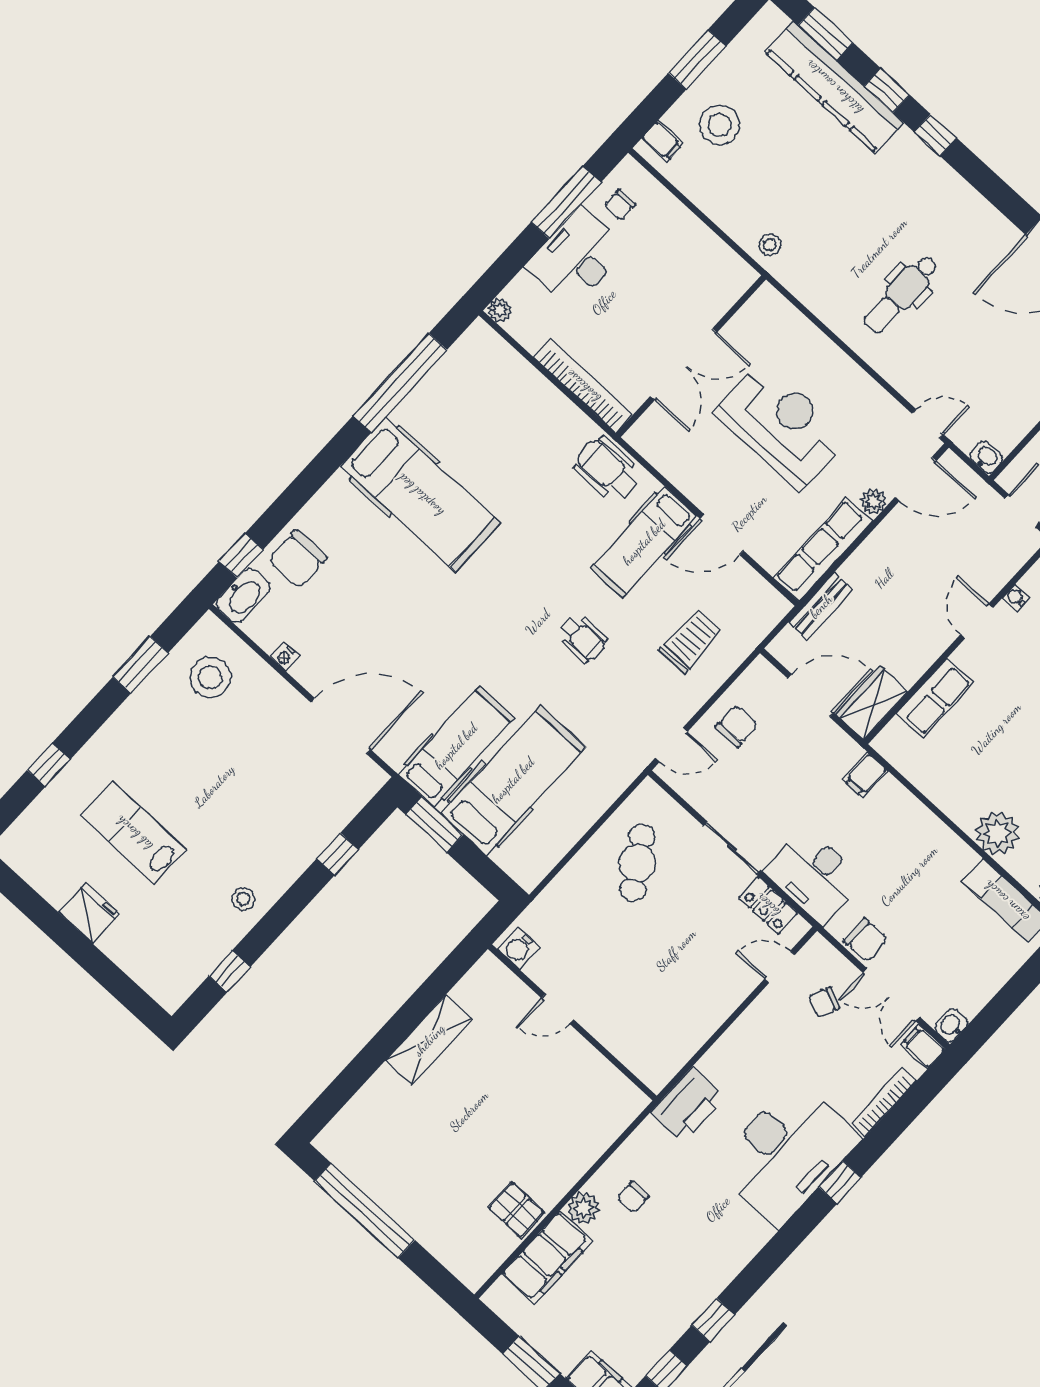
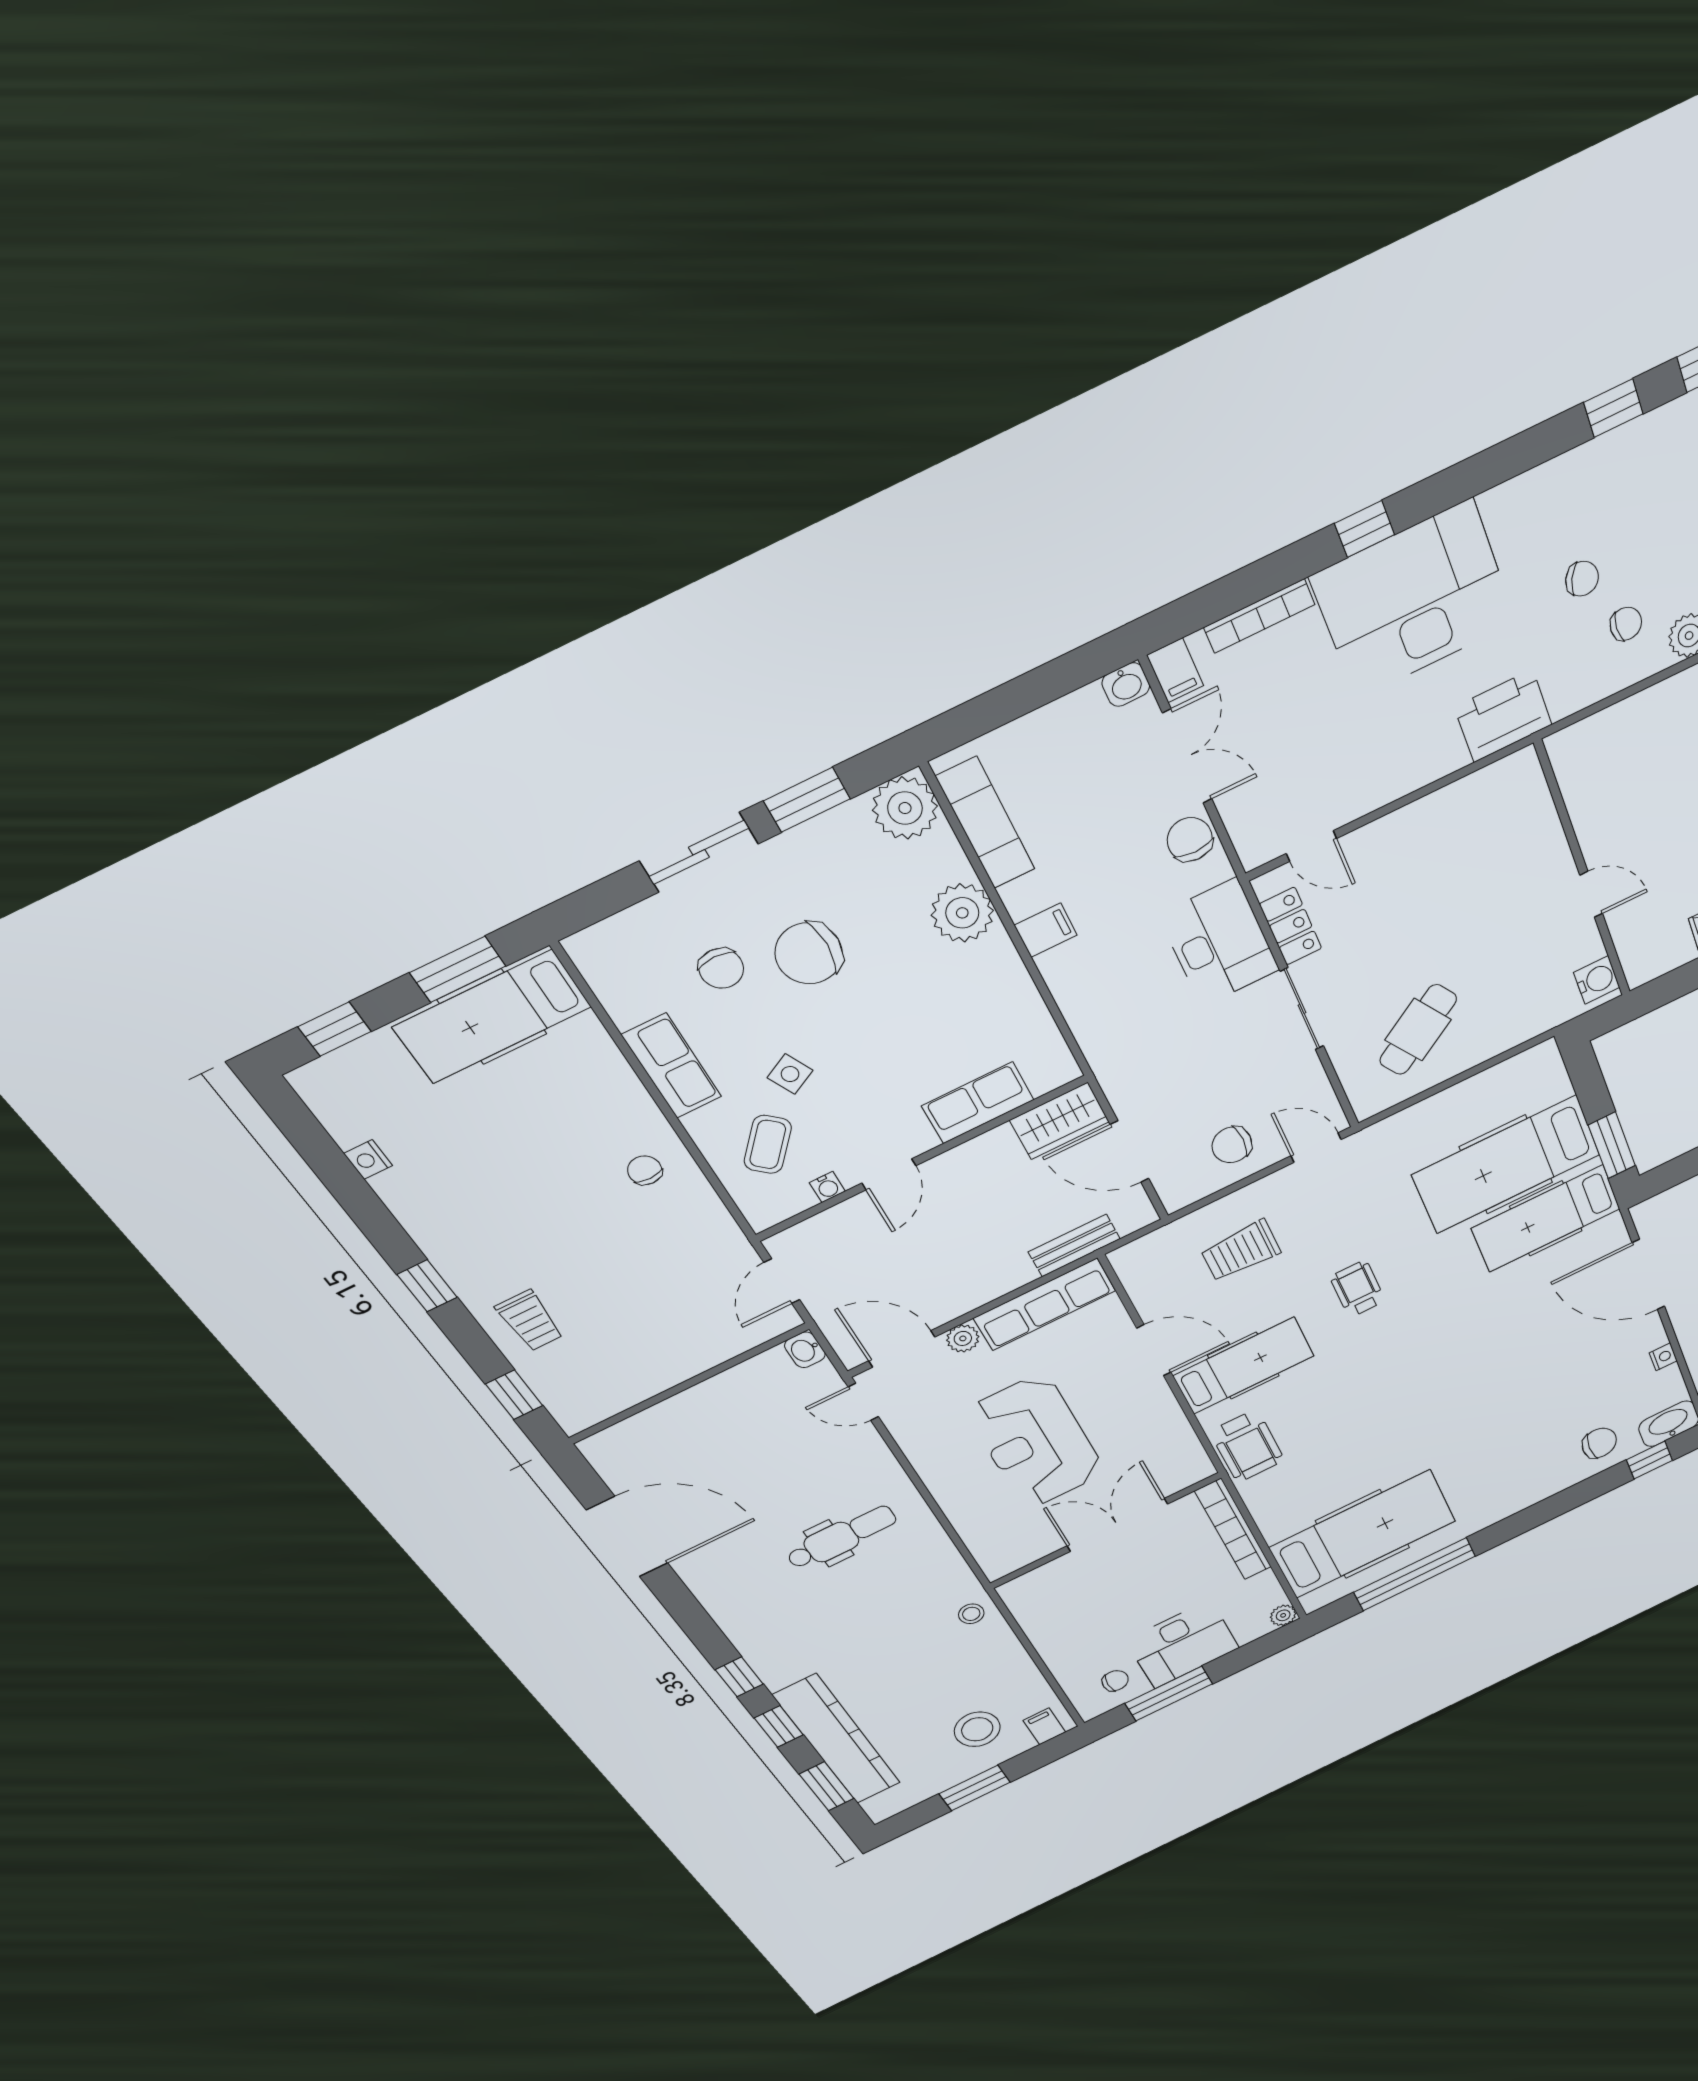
hospital bed: (420, 495) -> (1363, 1534), moved, turned 90
chair: (298, 559) -> (1599, 1443), width x0.73, depth x0.73
filing cabinet: (865, 775) -> (1046, 930), moved
chair: (824, 1002) -> (1582, 579), moved

